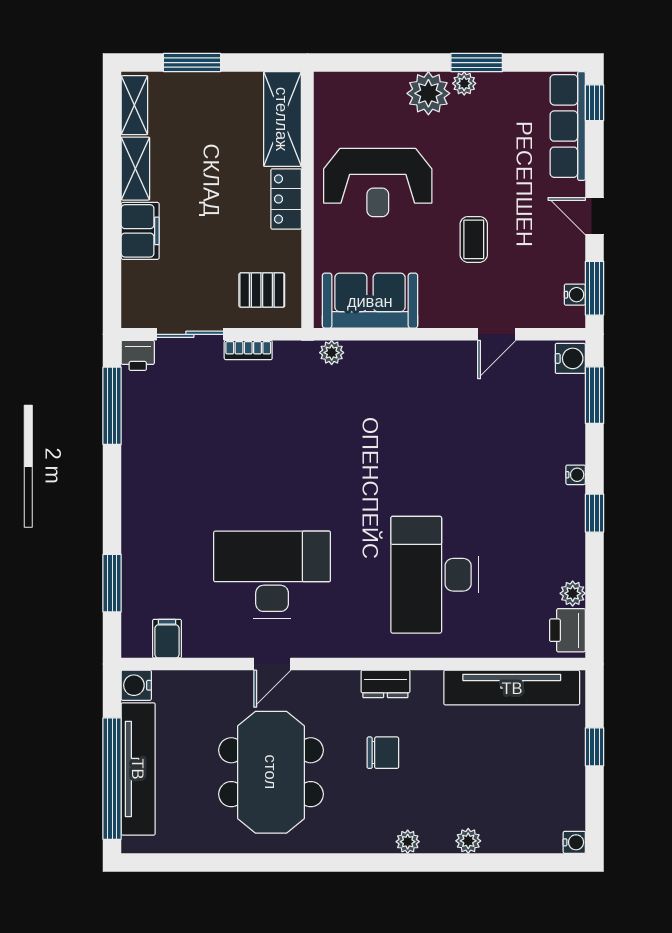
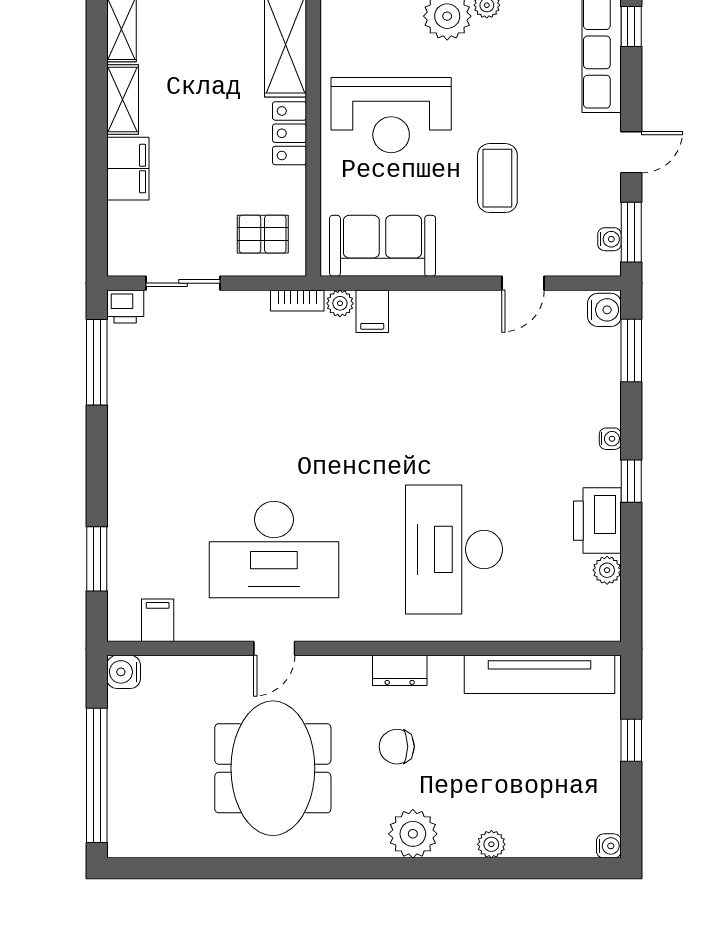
door: (595, 216) -> (631, 152), swing flipped
coffee table: (474, 239) -> (497, 178), width x1.36, depth x1.30
bookcase: (248, 350) -> (297, 301), moved
filing cabinet: (361, 360) -> (372, 311), added
desk: (272, 575) -> (274, 549), turned 180
printer: (567, 630) -> (597, 521), moved, width x1.37, depth x1.19
chair: (383, 753) -> (397, 747), turned 180
tv unit: (138, 769) -> (126, 765), removed
plant: (408, 842) -> (413, 834), width x1.88, depth x1.88

